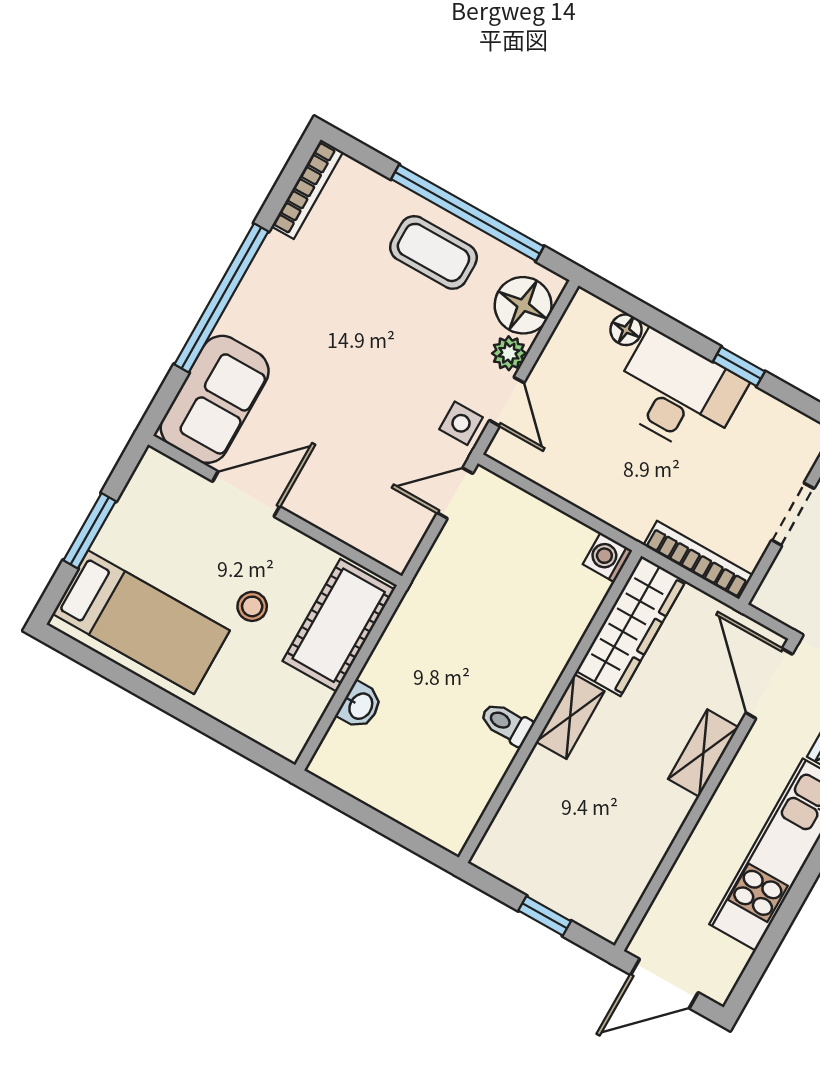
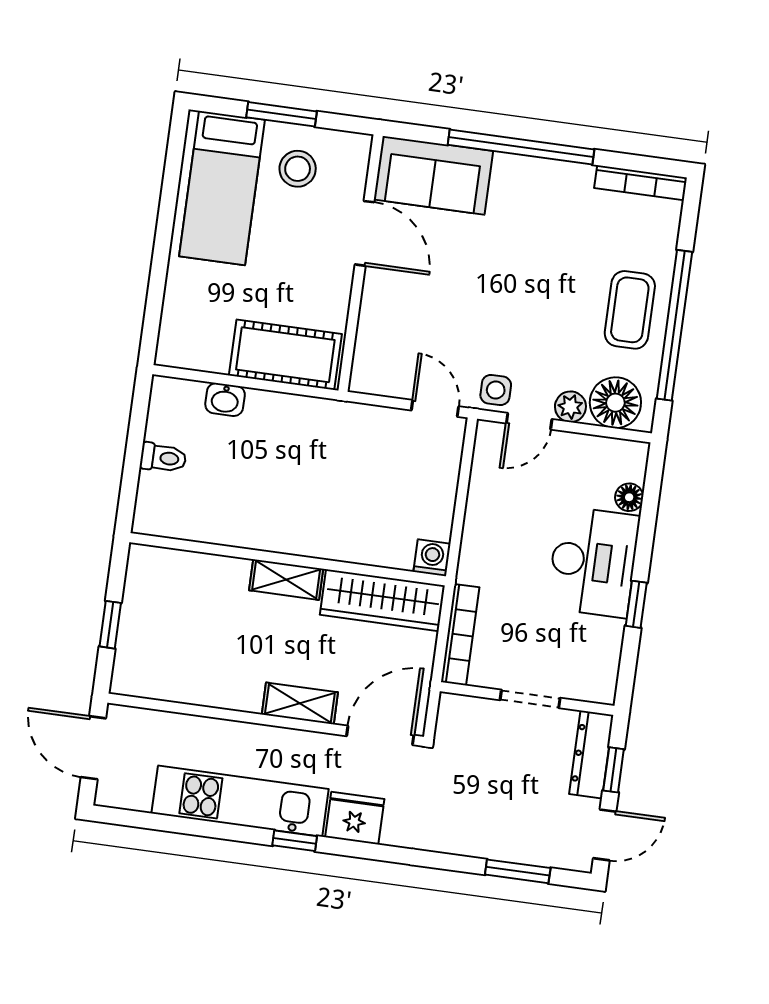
stool: (252, 606) -> (298, 169), moved, width x1.37, depth x1.37
toilet: (506, 723) -> (163, 458), moved, turned 90

